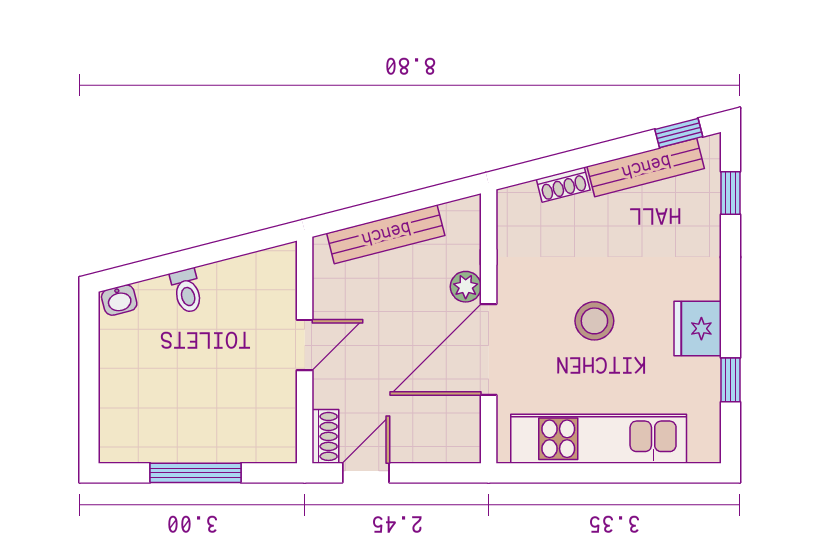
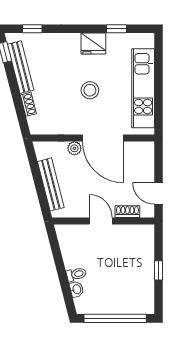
washbasin: (119, 300) -> (77, 289), moved
window: (89, 377) -> (115, 318), added
shoe rack: (325, 436) -> (127, 212), moved
window: (196, 473) -> (158, 270), width x0.46

